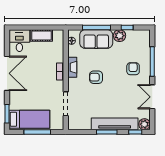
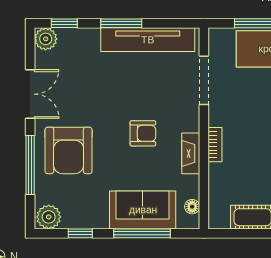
plant: (120, 36) -> (49, 217), moved
armchair: (133, 69) -> (69, 150), width x1.88, depth x1.88
tv unit: (115, 124) -> (148, 40), moved

